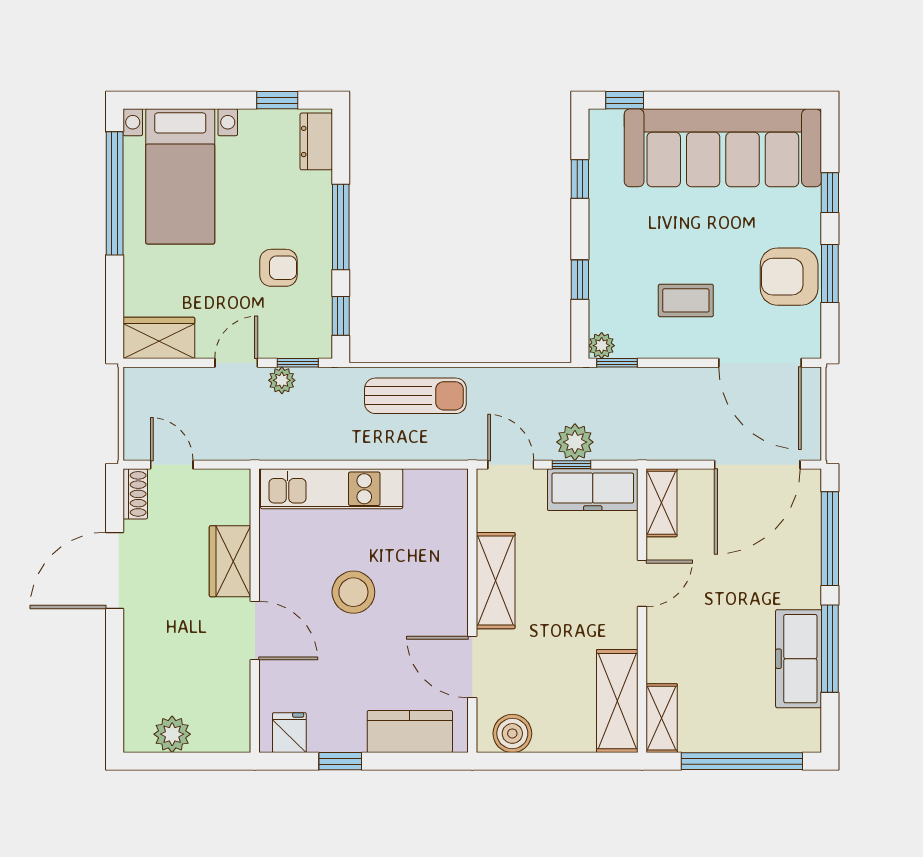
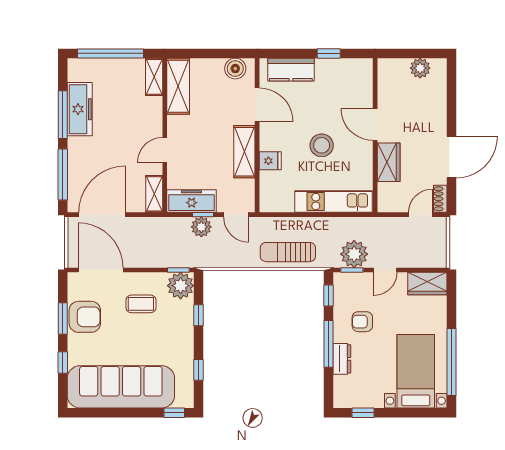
dresser: (316, 141) -> (342, 359), moved
plant: (602, 346) -> (181, 286), width x1.87, depth x1.87
plant: (282, 380) -> (354, 254), width x1.87, depth x1.87
door: (172, 465) -> (420, 215), swing flipped
fridge: (289, 733) -> (270, 161), moved, turned -90

